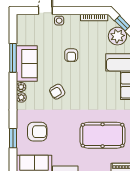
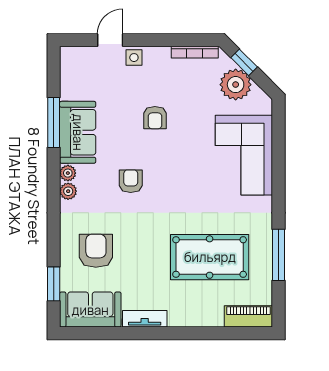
armchair: (57, 92) -> (131, 181), turned 121
armchair: (37, 132) -> (96, 251), turned -90
window: (13, 138) -> (54, 284), moved

